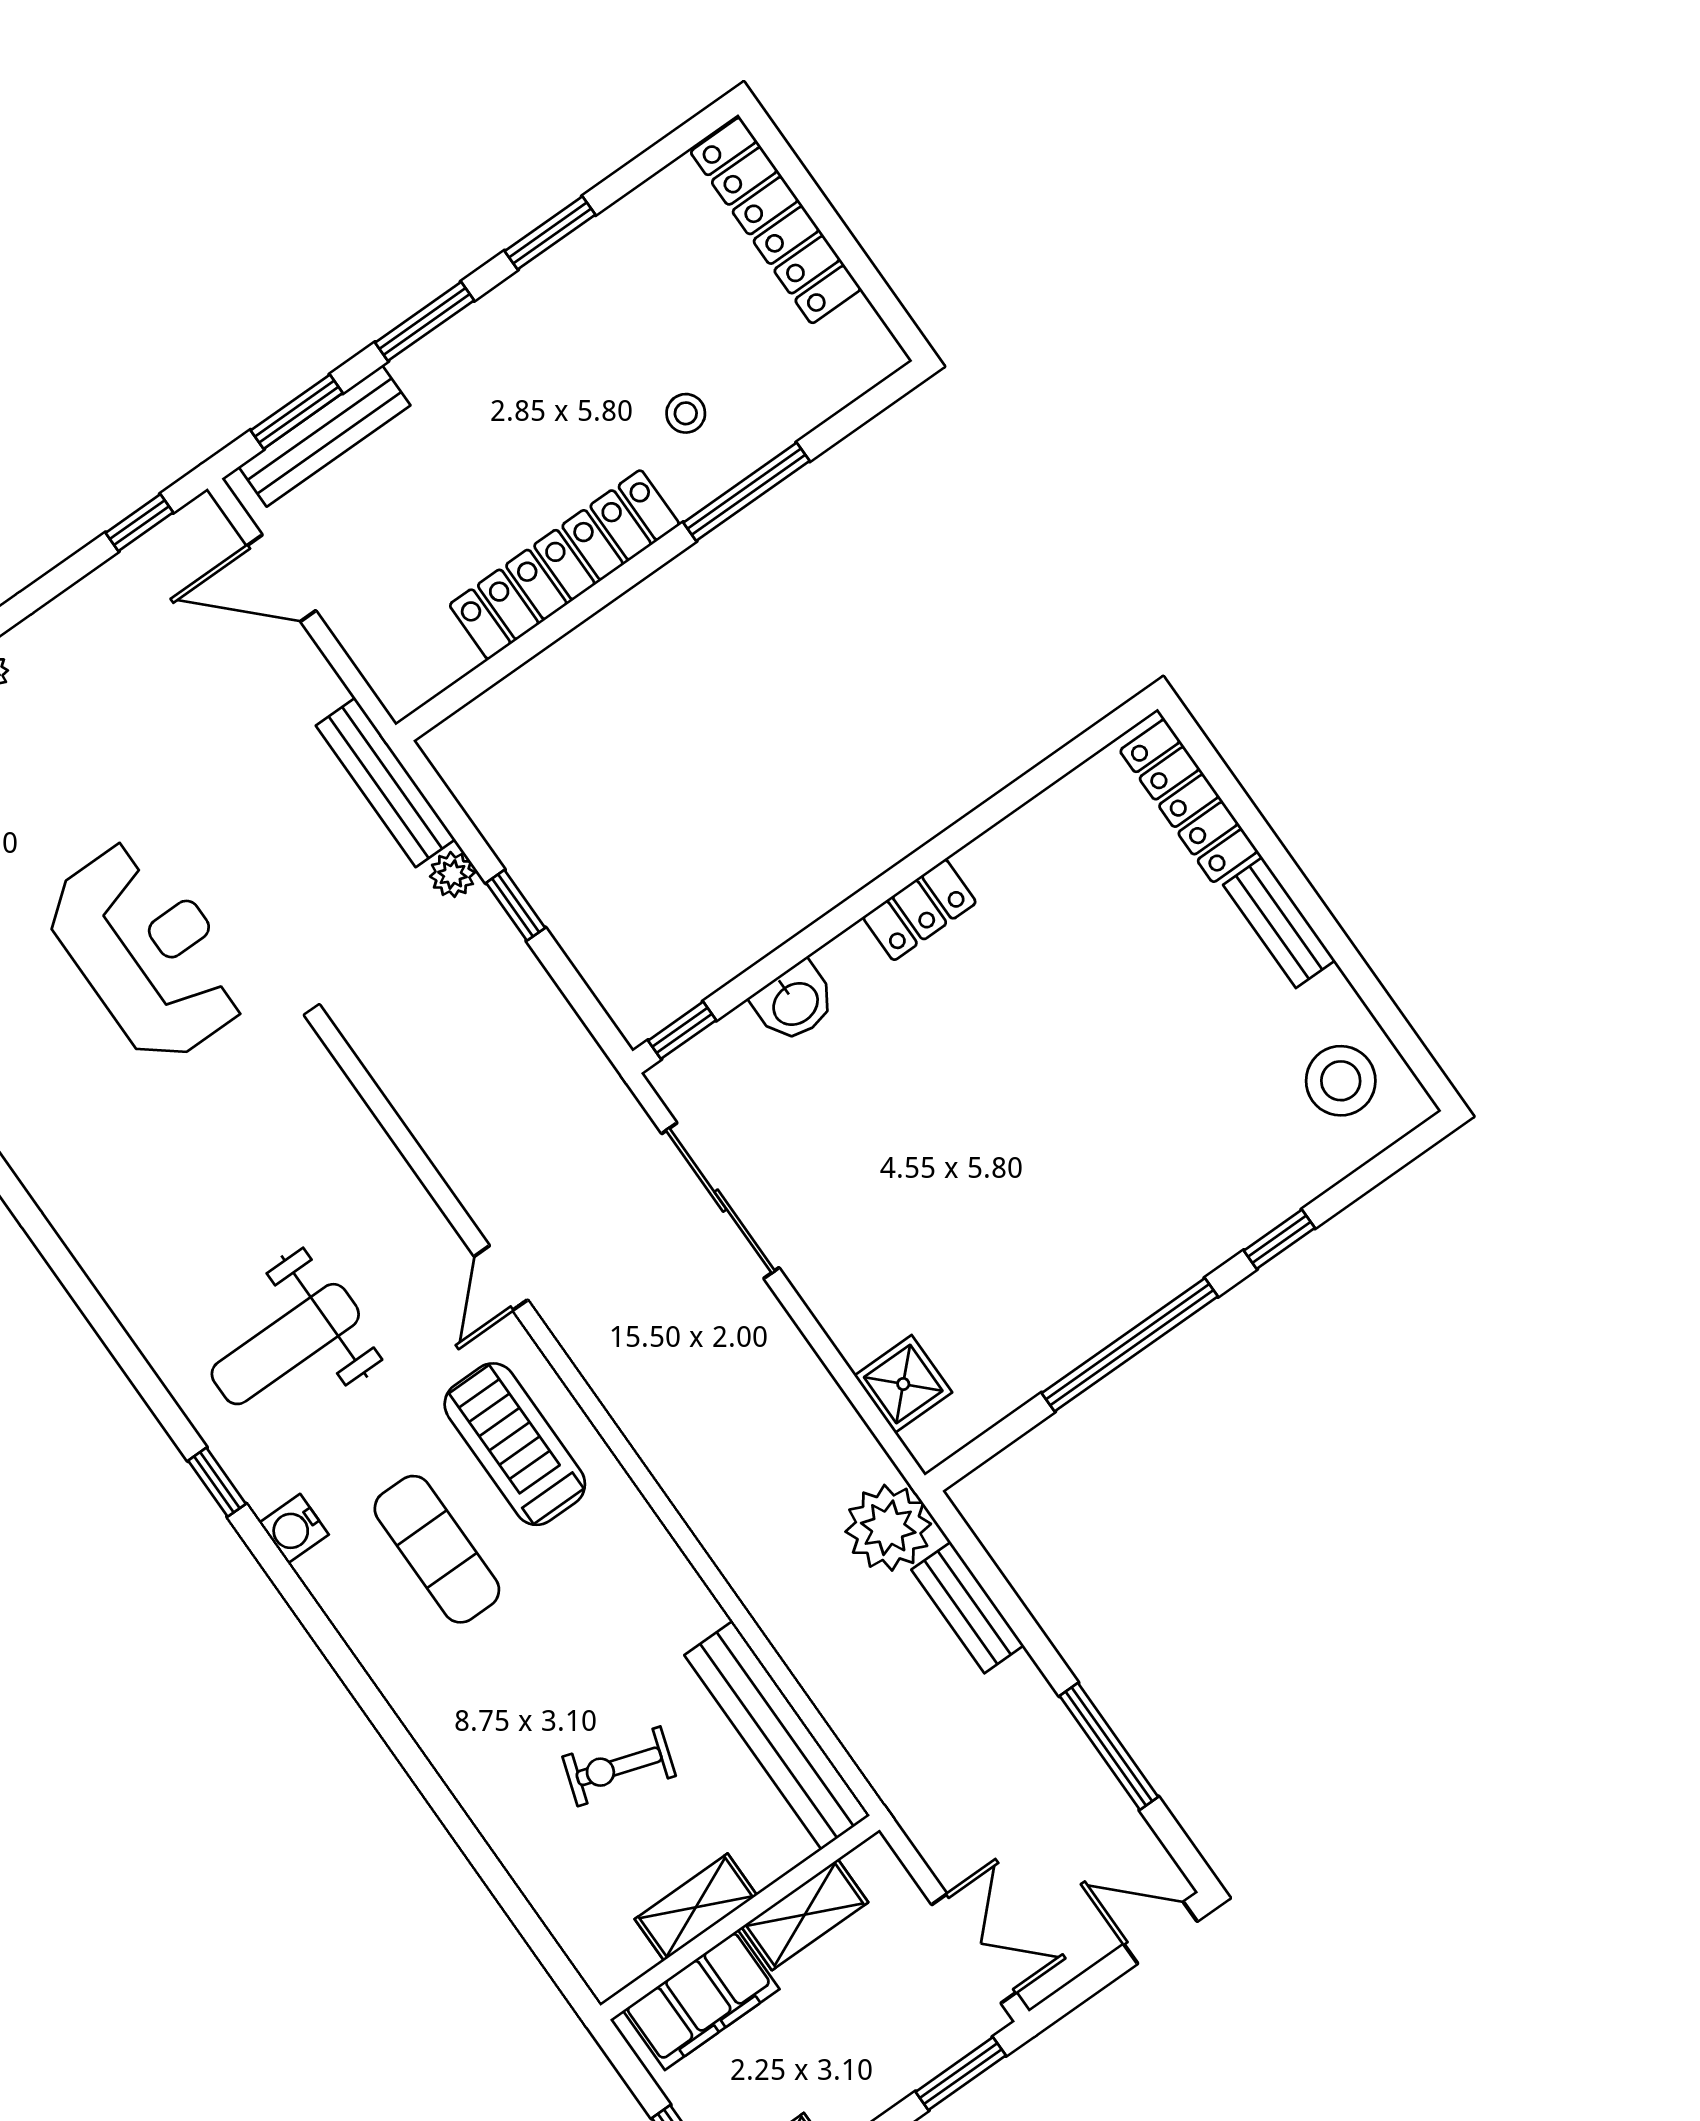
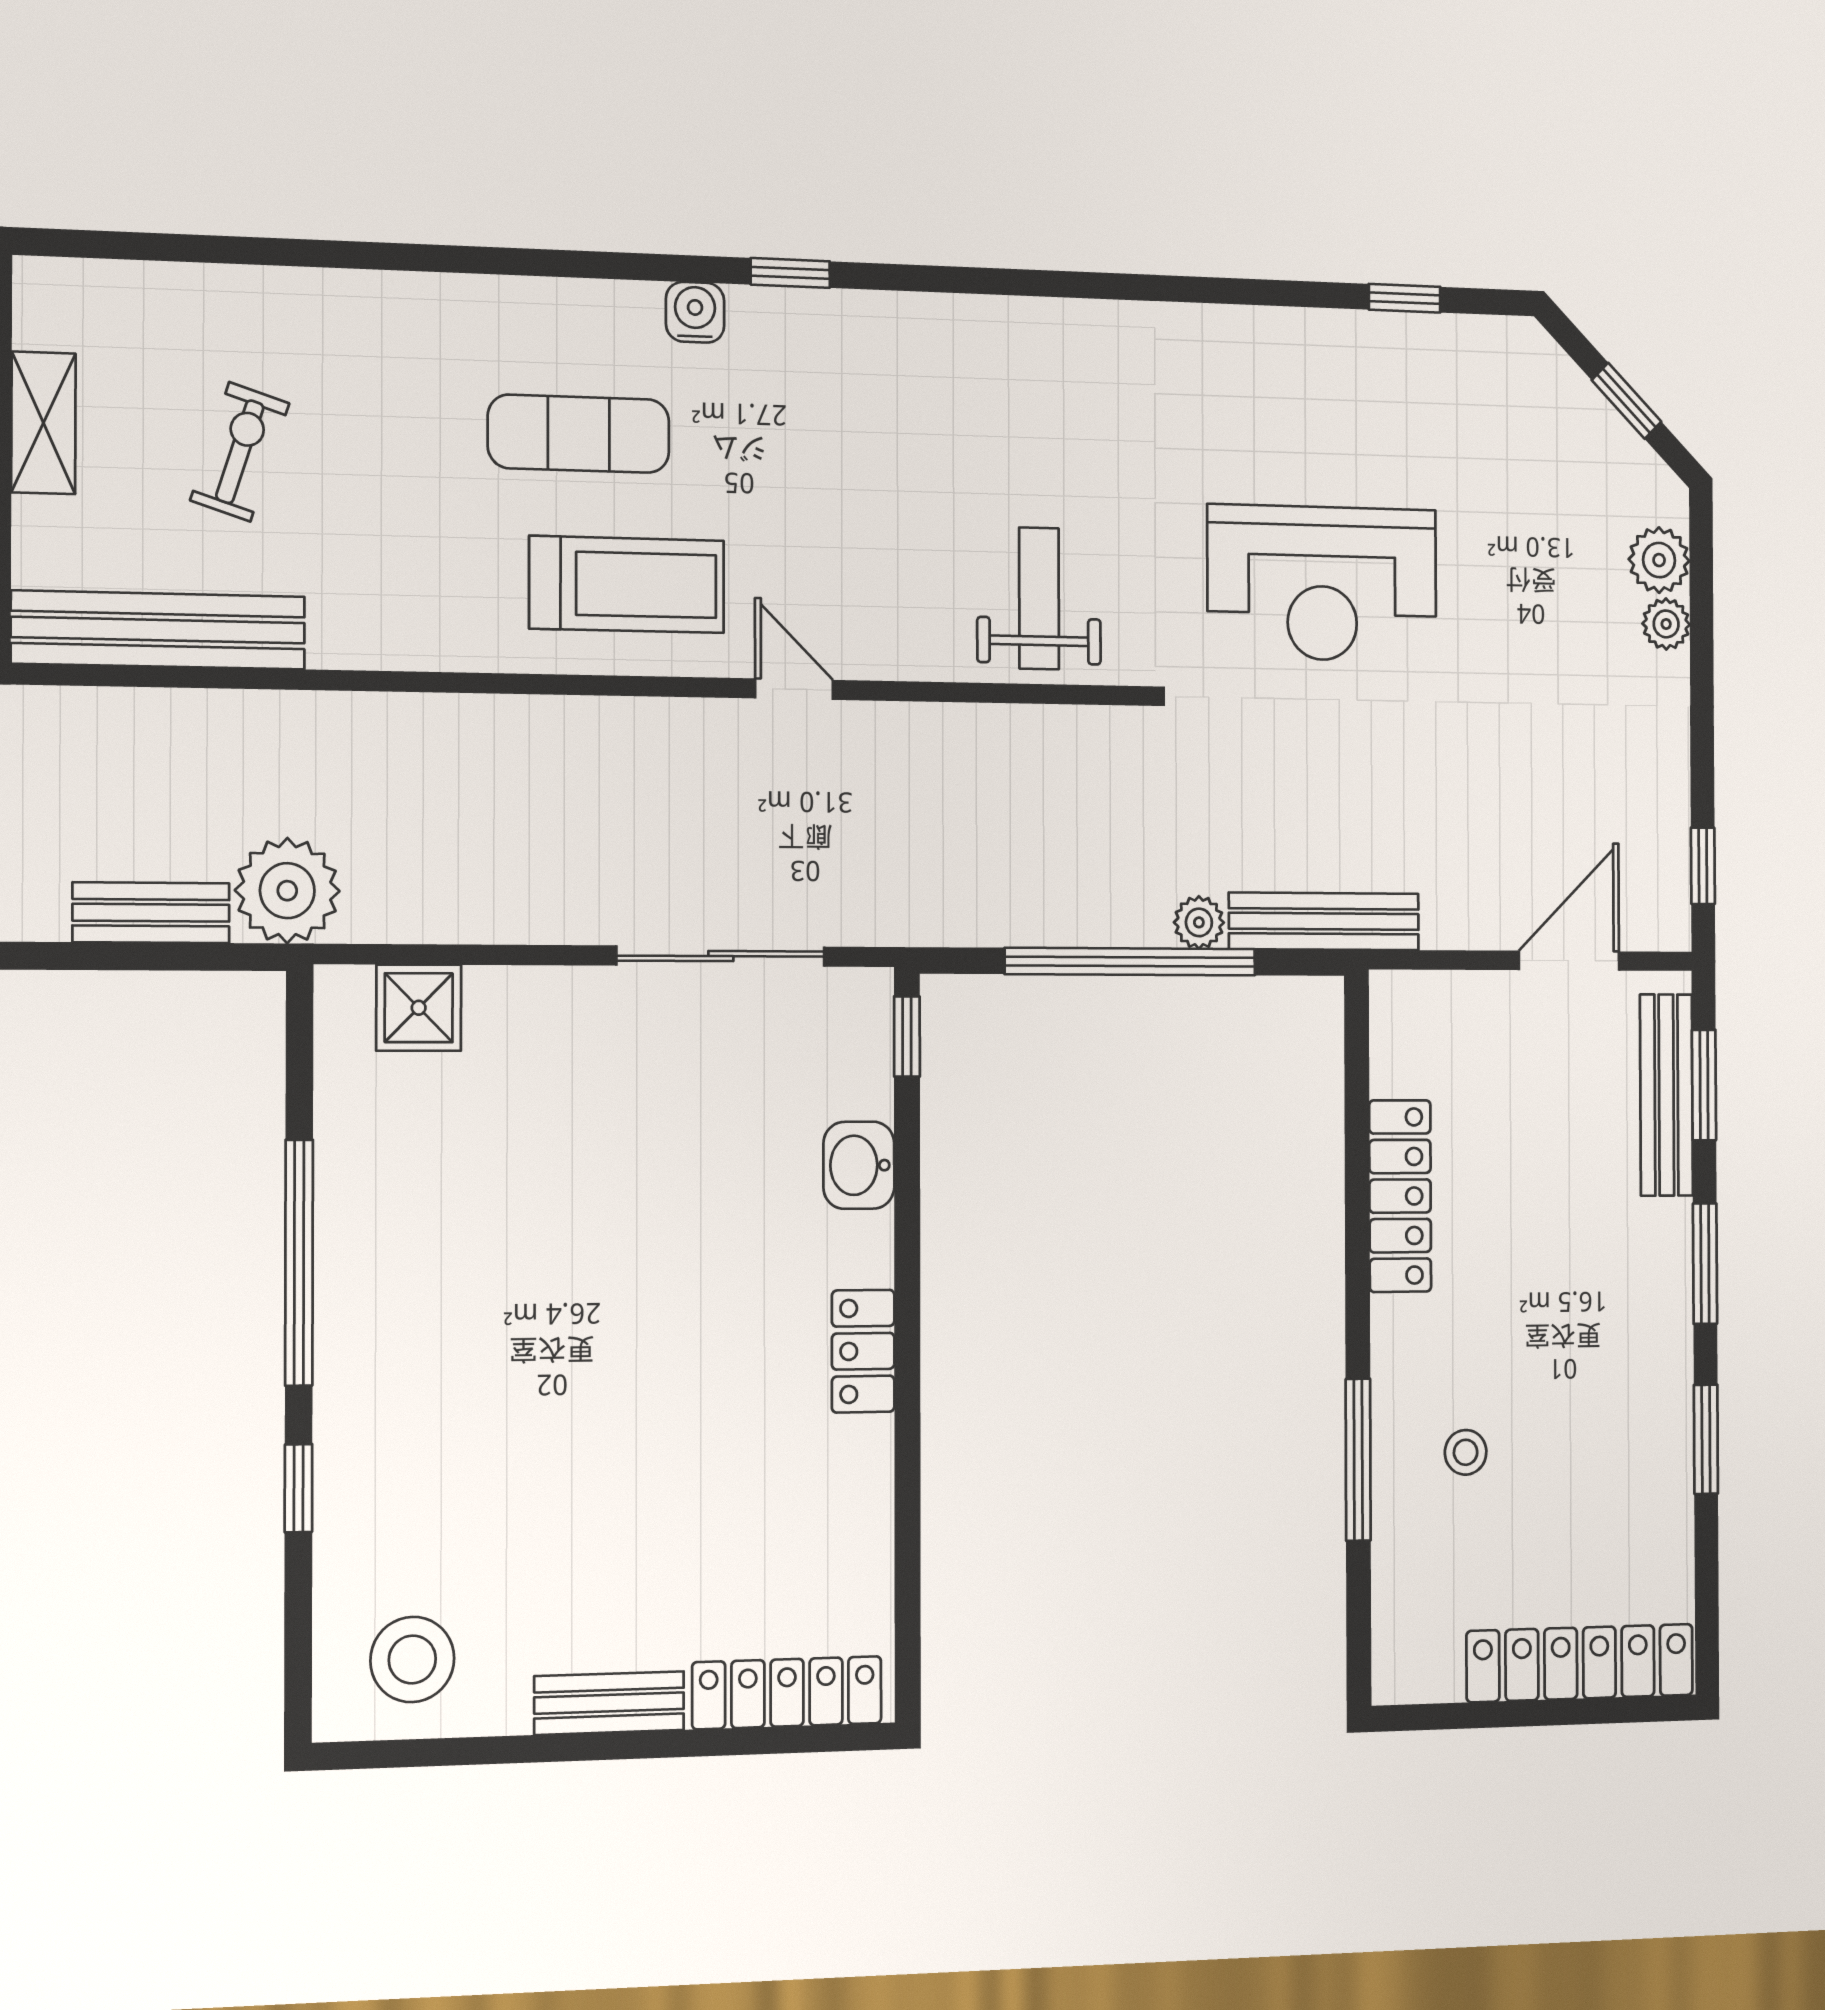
locker: (564, 565) -> (1400, 1196), width x0.71, depth x0.83
window: (516, 905) -> (1131, 962), width x3.17
weight bench: (285, 1344) -> (1039, 598), moved, width x0.73, depth x0.75

